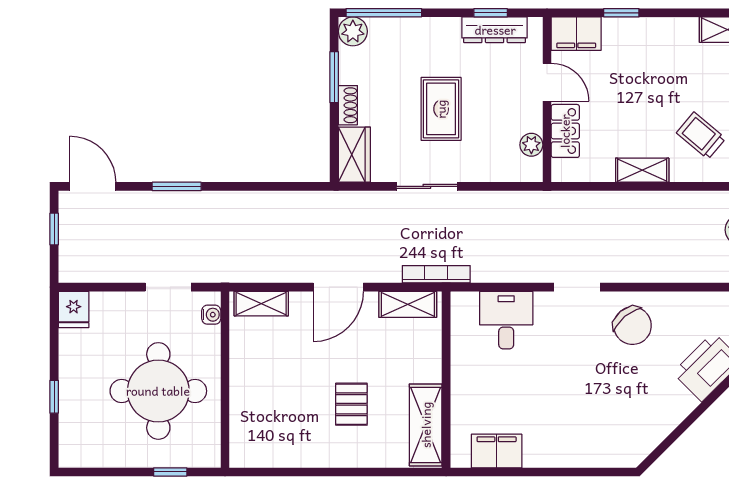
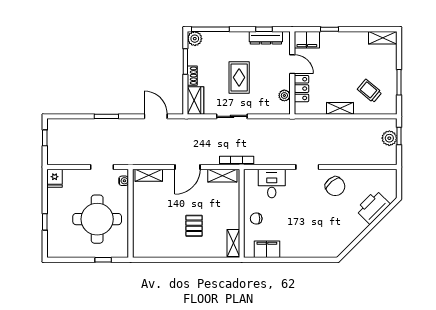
door: (93, 186) -> (156, 116), moved
chair: (475, 390) -> (256, 219), added
shelving: (426, 425) -> (233, 243), width x0.67, depth x0.75

